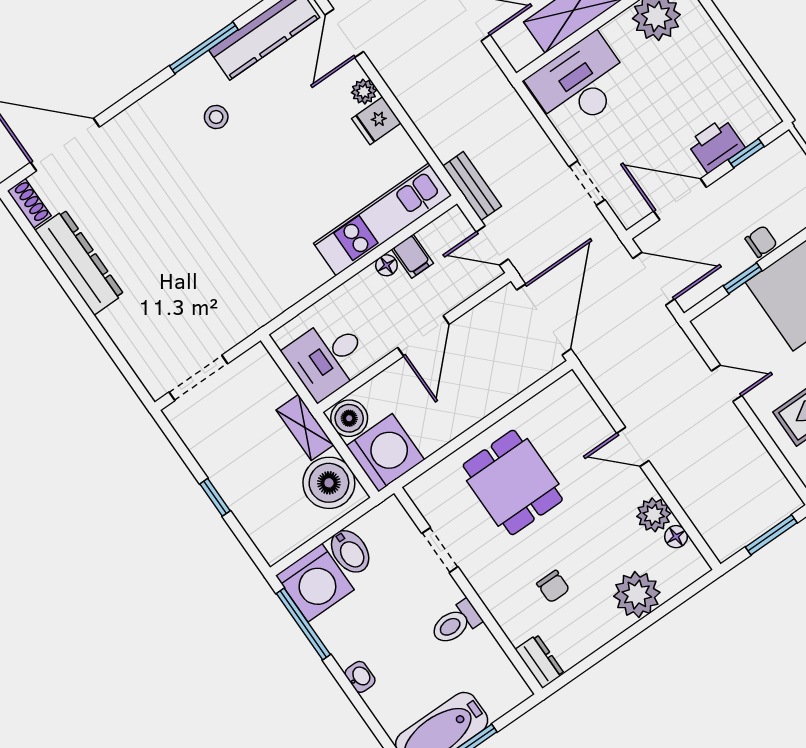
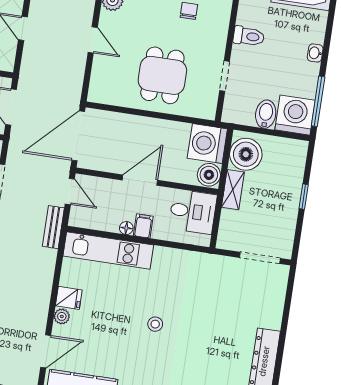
stool: (216, 117) -> (155, 324), moved
filing cabinet: (412, 256) -> (143, 226), moved

